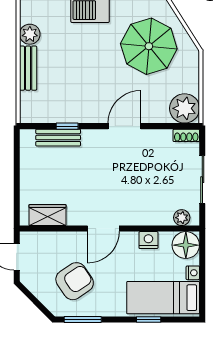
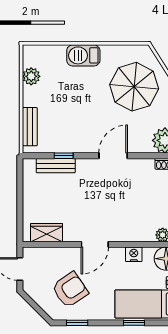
bench: (28, 68) -> (30, 127), moved
window: (83, 319) -> (77, 323), width x0.67

